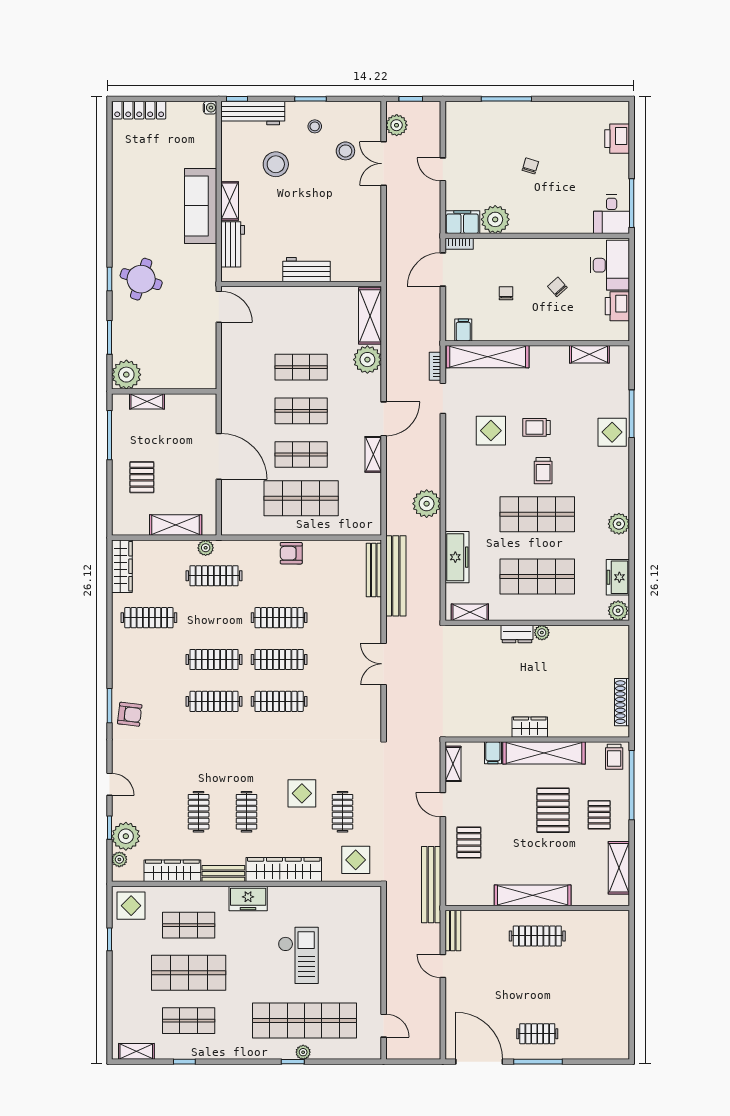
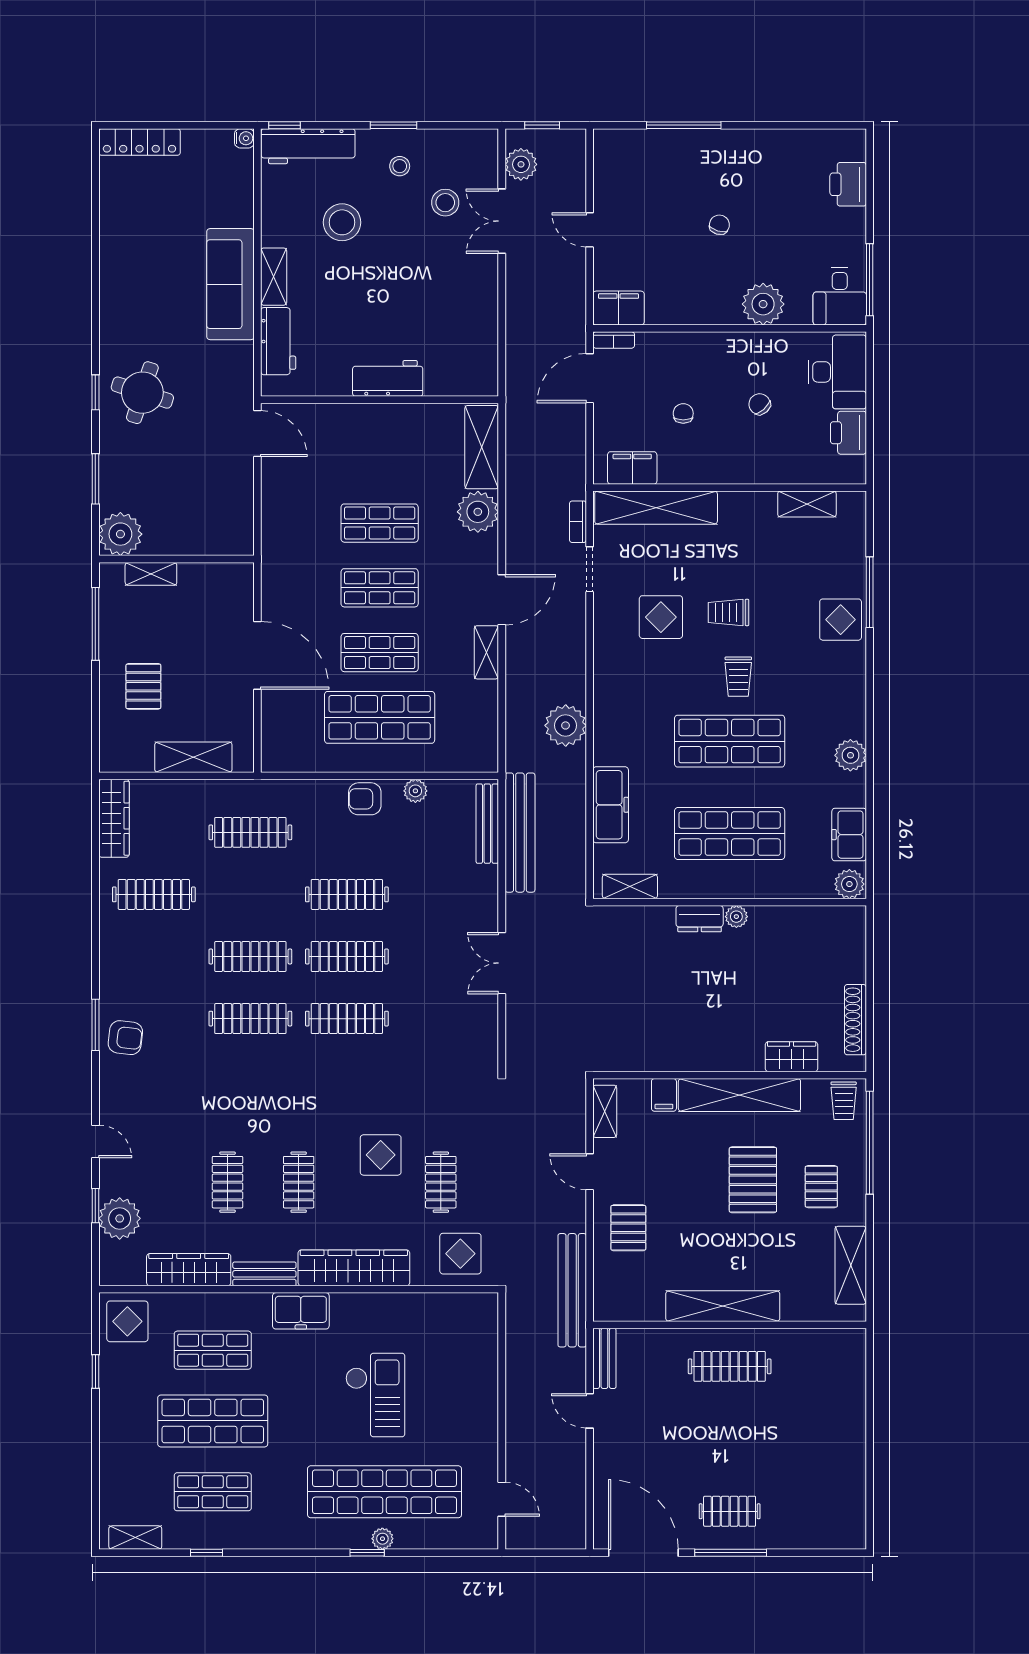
plant: (495, 219) -> (763, 304), moved
filing cabinet: (463, 330) -> (632, 468), width x2.00
plant: (206, 548) -> (415, 791), moved
wardrobe: (530, 727) -> (792, 1057), moved
plant: (119, 859) -> (110, 1253), removed

